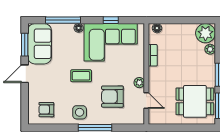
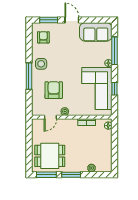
plant: (205, 33) -> (104, 164), removed
window: (25, 45) -> (49, 20), moved
coffee table: (81, 76) -> (70, 65), removed
dining table: (195, 101) -> (50, 156), turned 90

